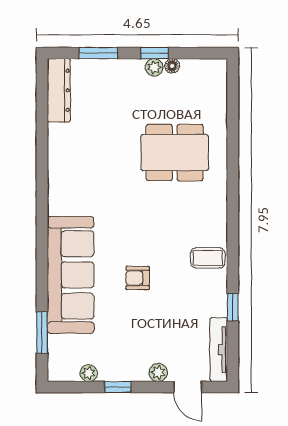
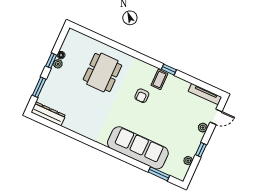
armchair: (138, 278) -> (142, 96), moved
window: (233, 307) -> (169, 70), moved

